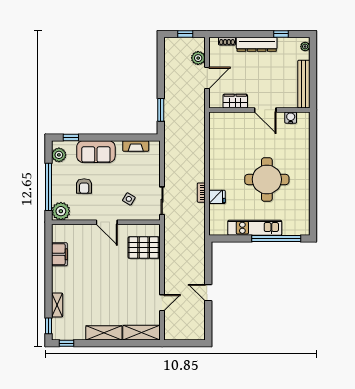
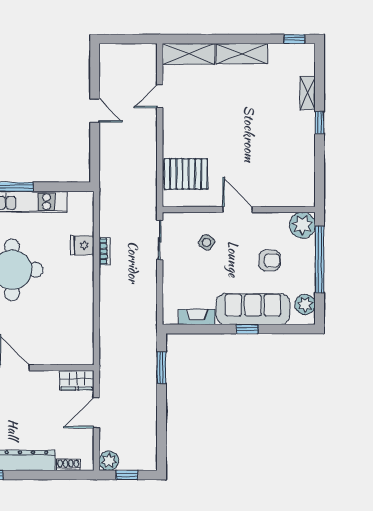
plant: (198, 58) -> (109, 461), moved
wardrobe: (235, 101) -> (77, 380), moved
window: (71, 137) -> (247, 329), moved
sofa: (96, 152) -> (253, 309), width x1.36
armchair: (84, 186) -> (270, 260), turned 90
filing cabinet: (59, 254) -> (304, 164), removed
window: (49, 326) -> (320, 123), moved

